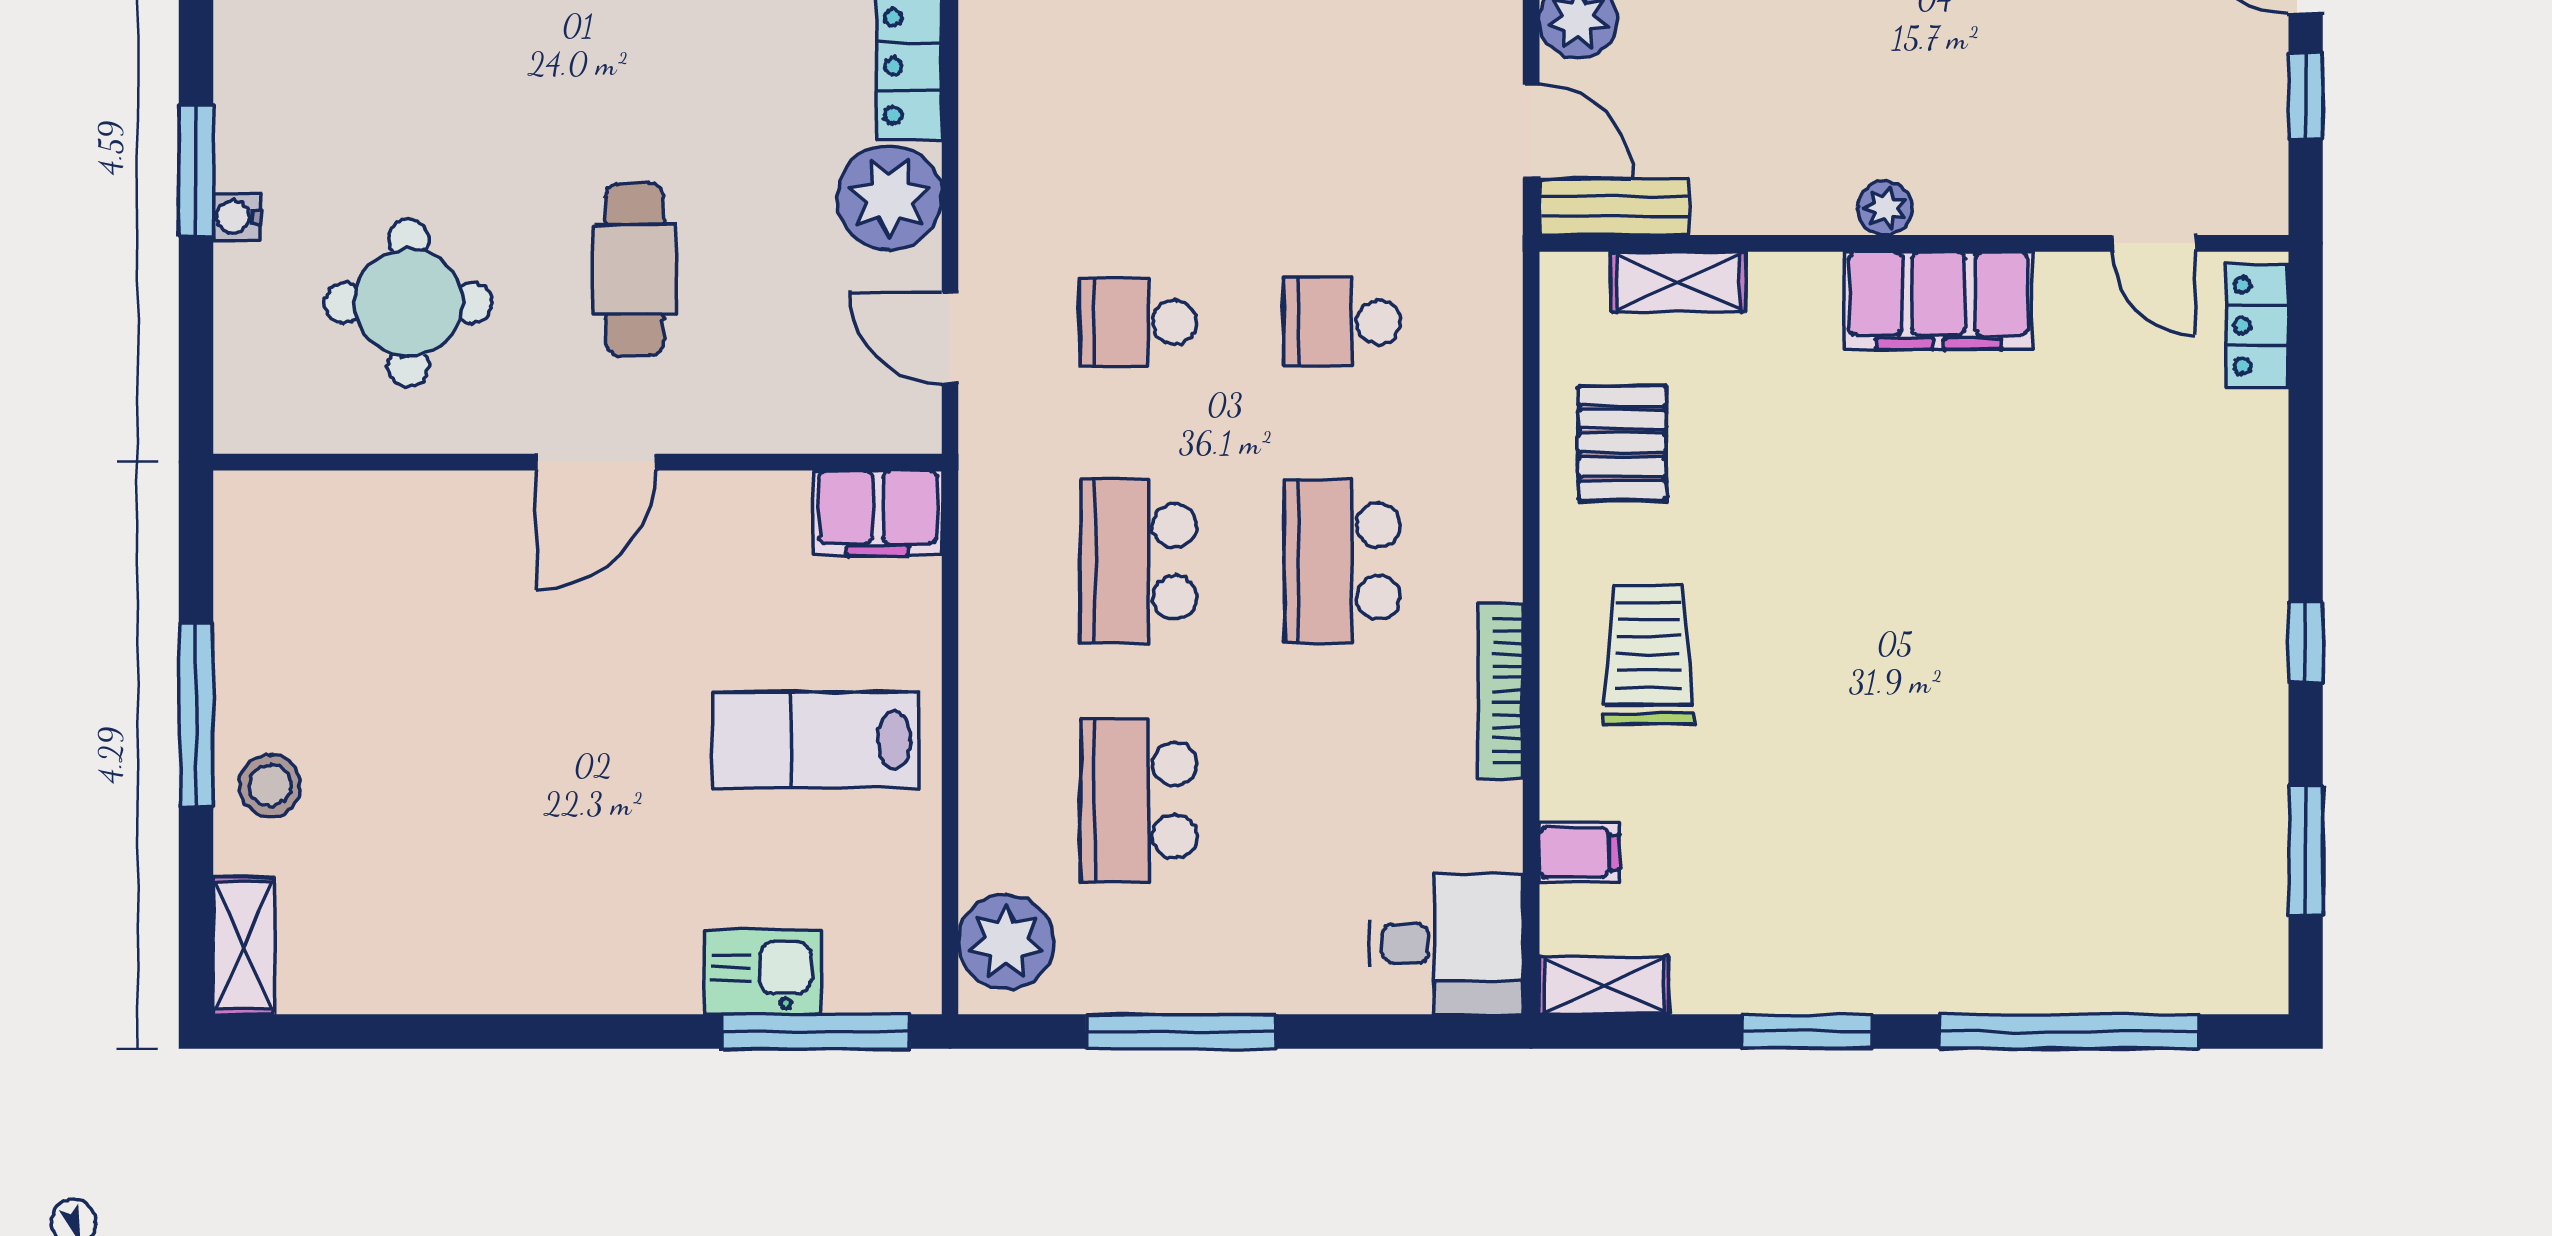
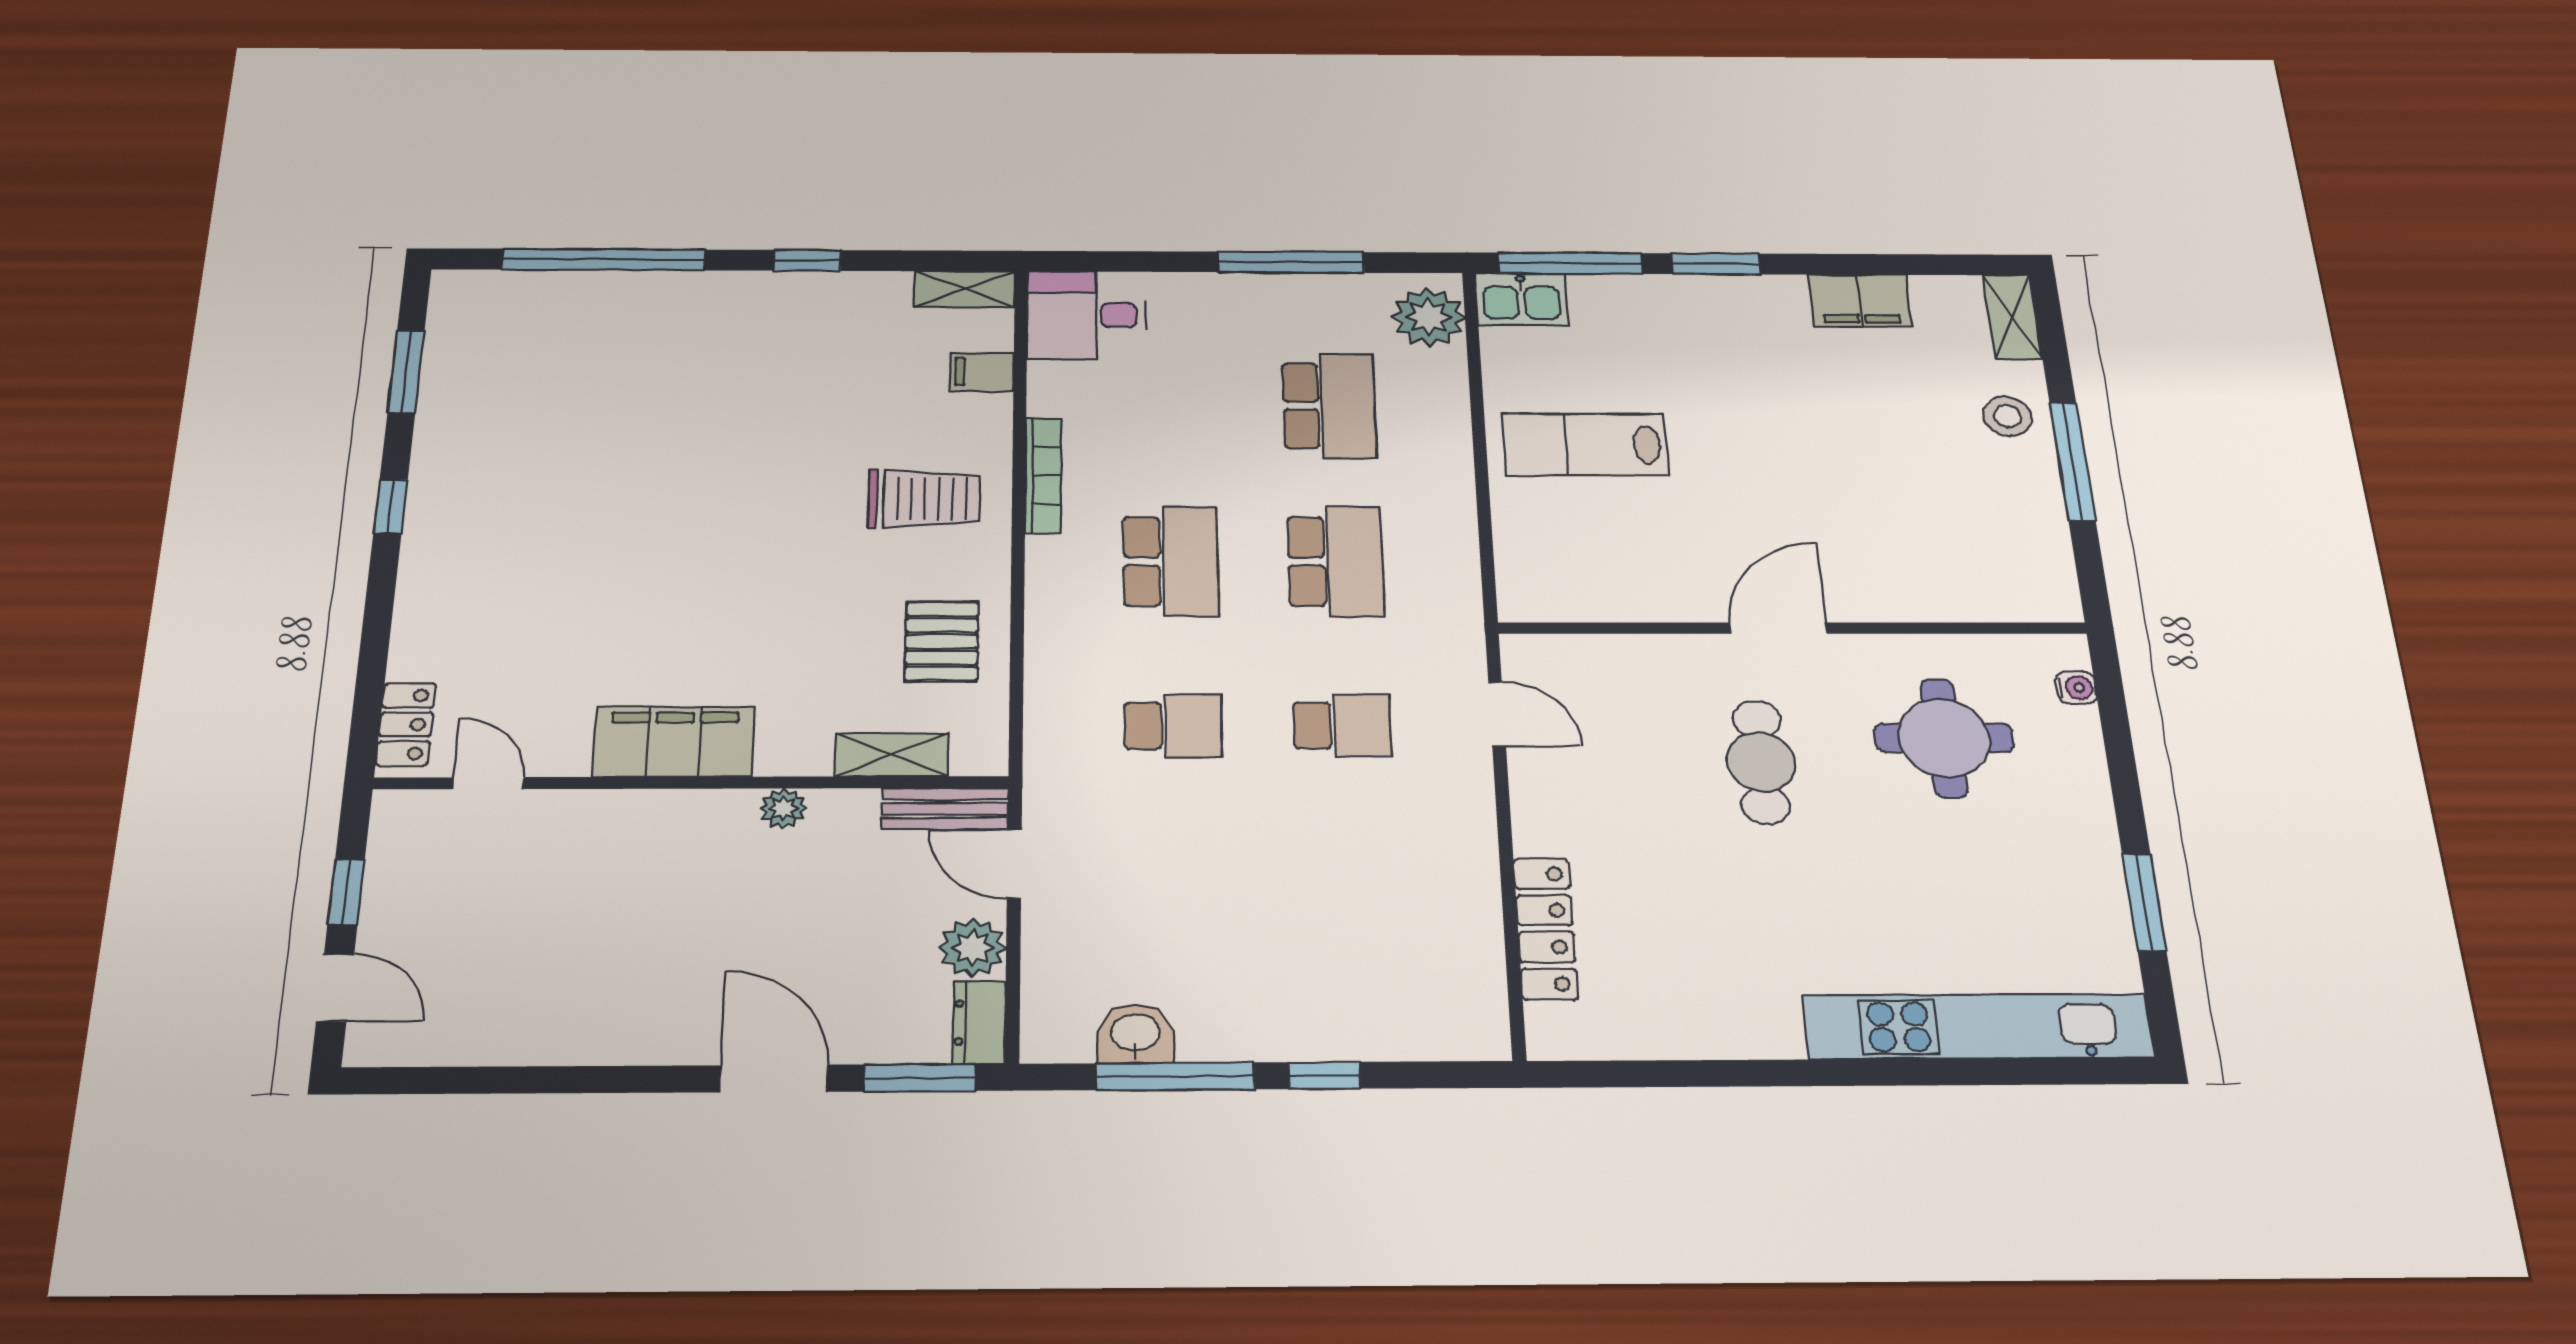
window: (196, 170) -> (2144, 902), moved
plant: (889, 197) -> (1554, 814), removed
plant: (1885, 208) -> (783, 808), moved
water cooler: (237, 217) -> (2076, 688), moved
filing cabinet: (878, 513) -> (1860, 300), moved, turned 180
trolley: (1649, 655) -> (924, 499), turned -90
lab bench: (816, 740) -> (1585, 445), turned 180
kitchen sink: (762, 972) -> (1521, 299), moved
window: (625, 1032) -> (1716, 264), added
window: (1808, 1032) -> (807, 260), width x0.67

